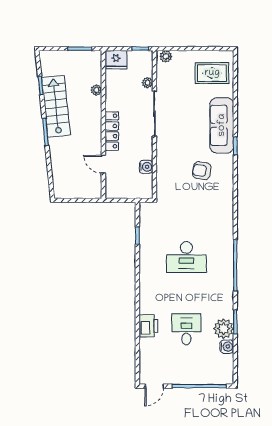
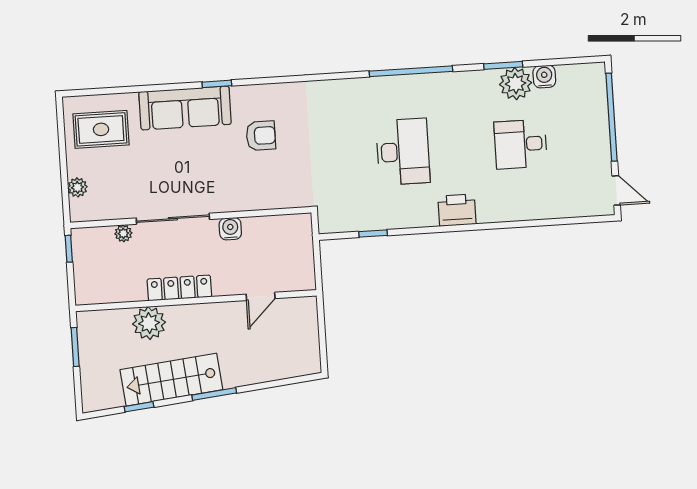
plant: (166, 56) -> (77, 187), moved
fridge: (116, 60) -> (89, 287), removed
rug: (212, 73) -> (101, 129), turned 90
plant: (96, 90) -> (149, 323), width x1.88, depth x1.88
locker: (112, 131) -> (179, 288), moved
water cooler: (146, 167) -> (230, 229), moved
armchair: (202, 171) -> (261, 136), turned -99
printer: (148, 326) -> (457, 210), moved

